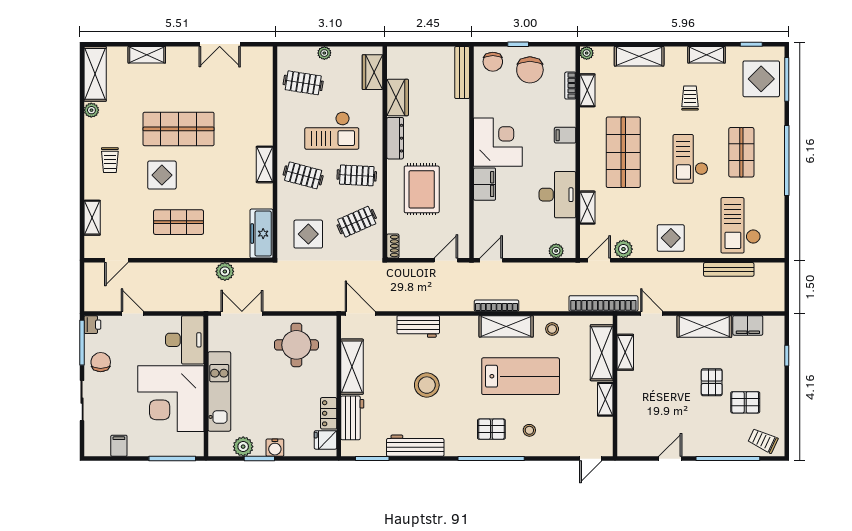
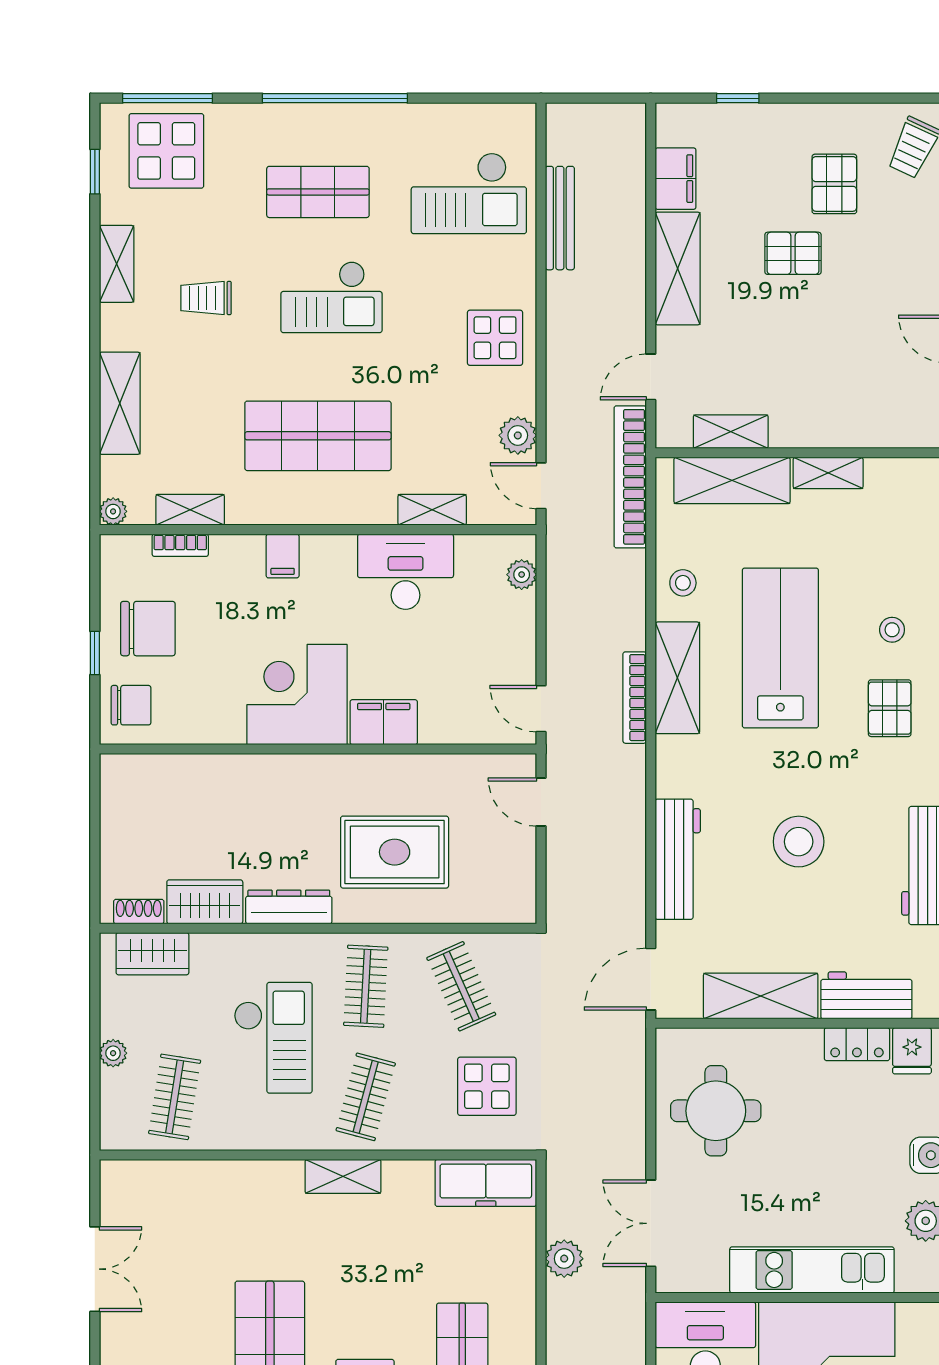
bench: (462, 73) -> (153, 769), removed
shoe rack: (393, 246) -> (139, 912), moved
workbench: (418, 326) -> (678, 859), width x1.37

